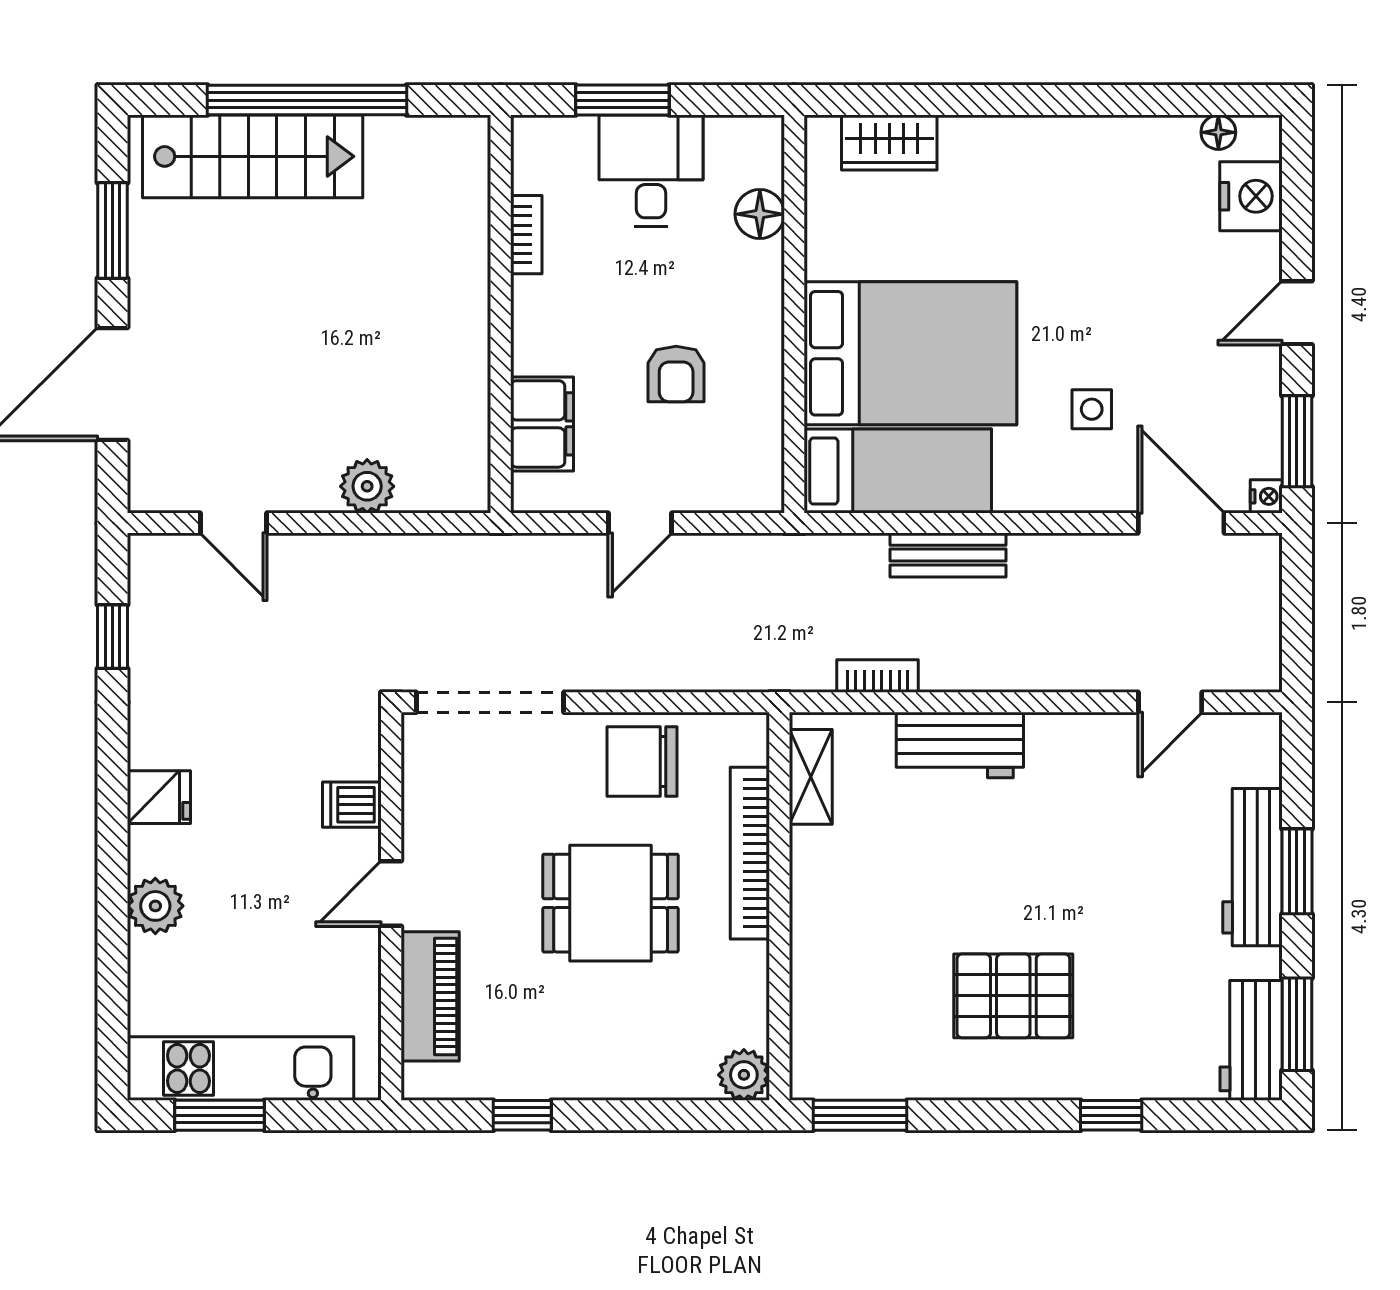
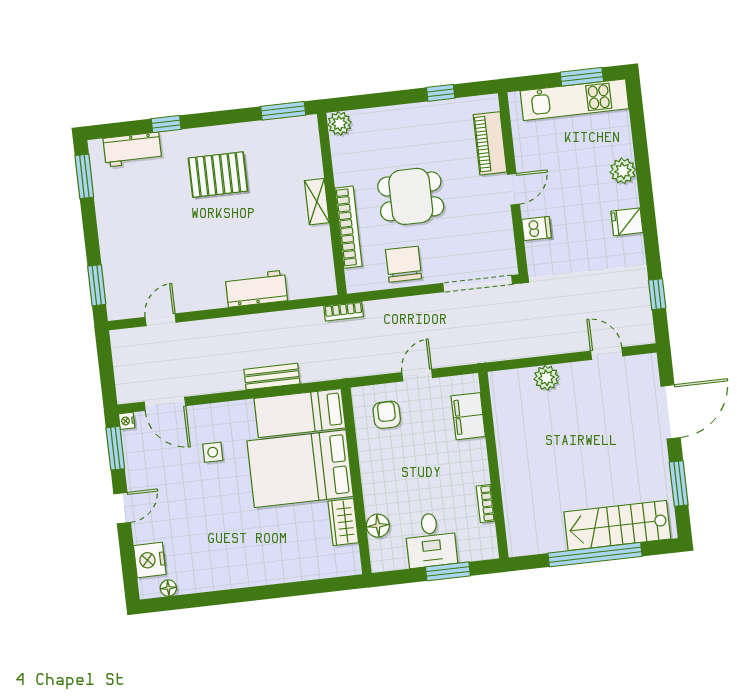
wardrobe: (889, 143) -> (343, 522), moved, turned -90
armchair: (676, 374) -> (387, 415), moved
bookcase: (877, 676) -> (344, 311), moved
chair: (642, 761) -> (404, 264), turned -90
shelving: (811, 777) -> (317, 202), moved
workbench: (1252, 867) -> (113, 247), removed
window: (1297, 871) -> (97, 285), moved
workbench: (1251, 1040) -> (132, 150), moved, turned 90

